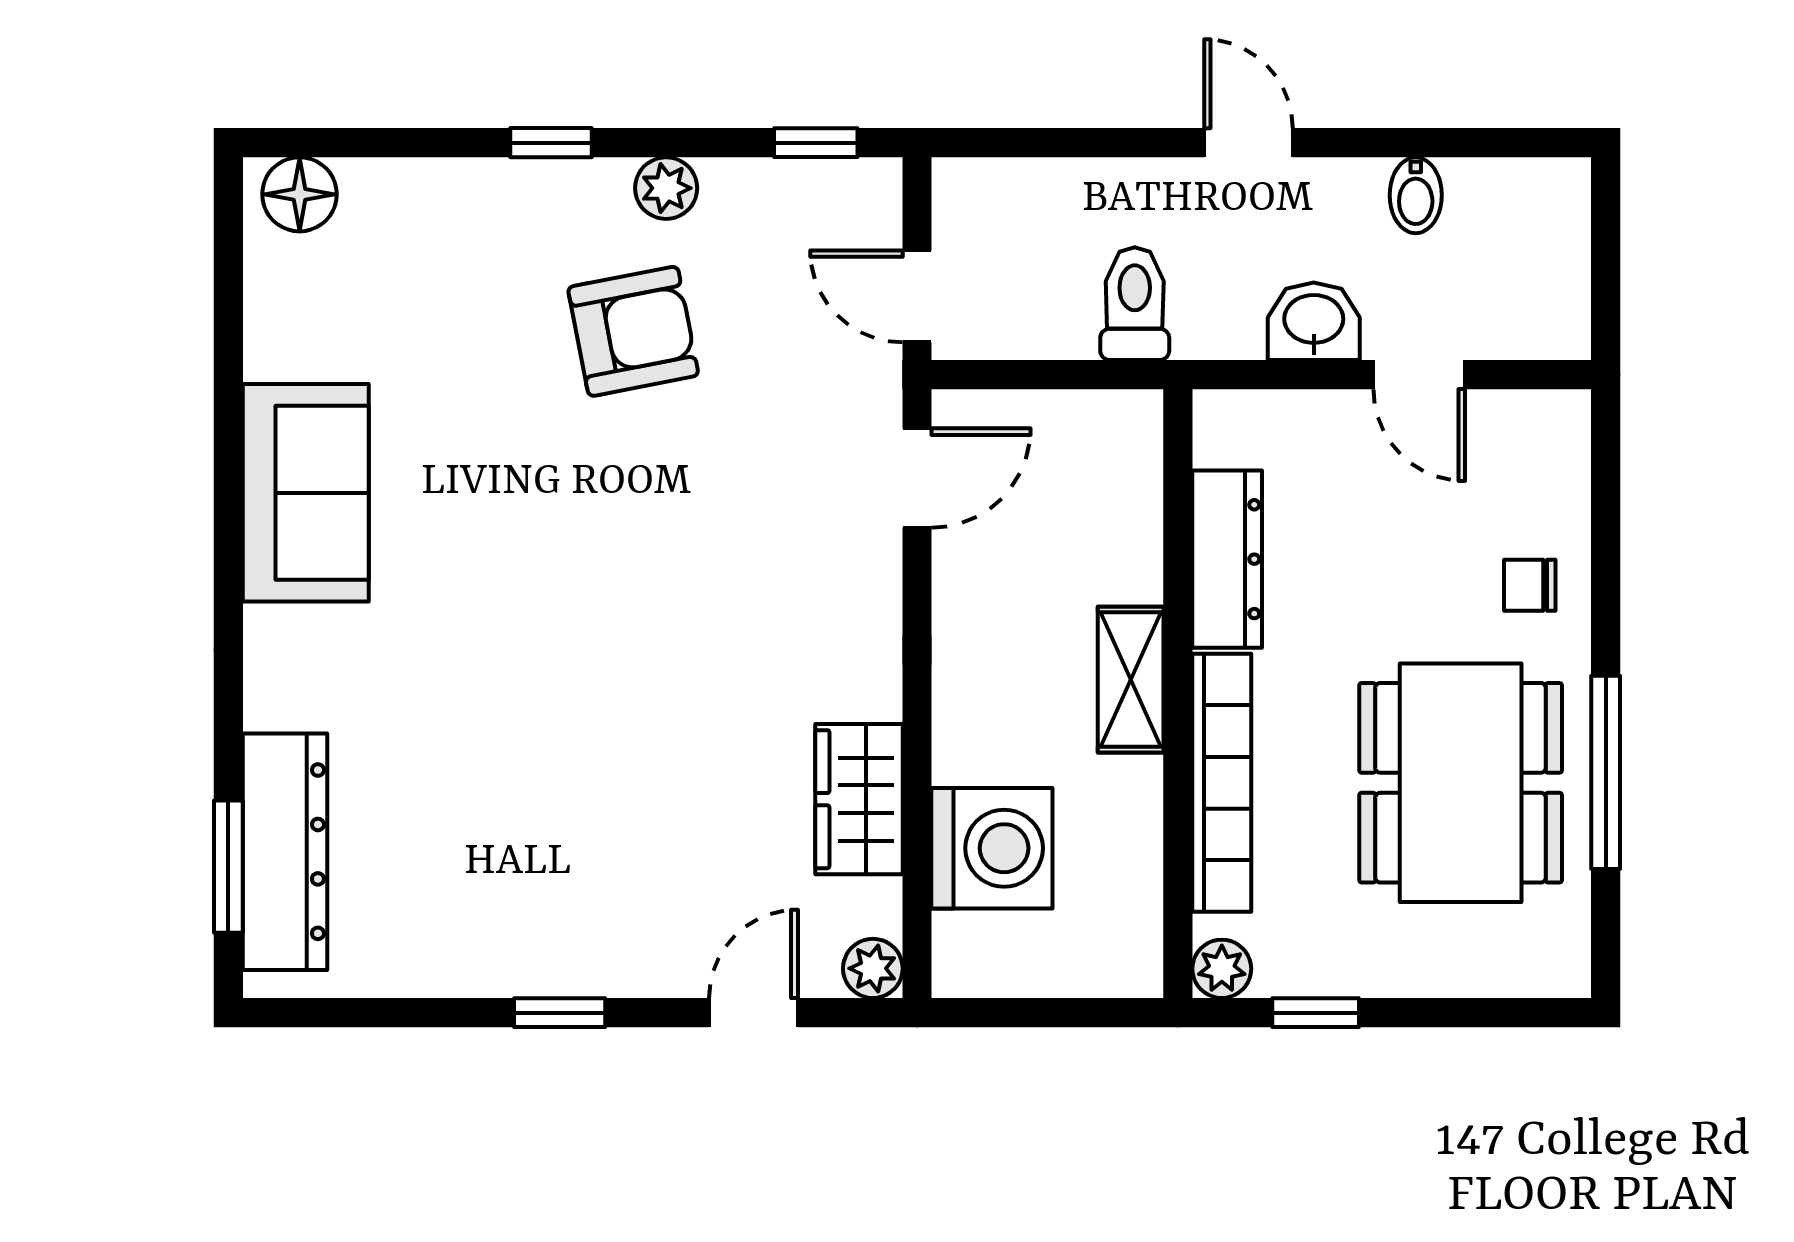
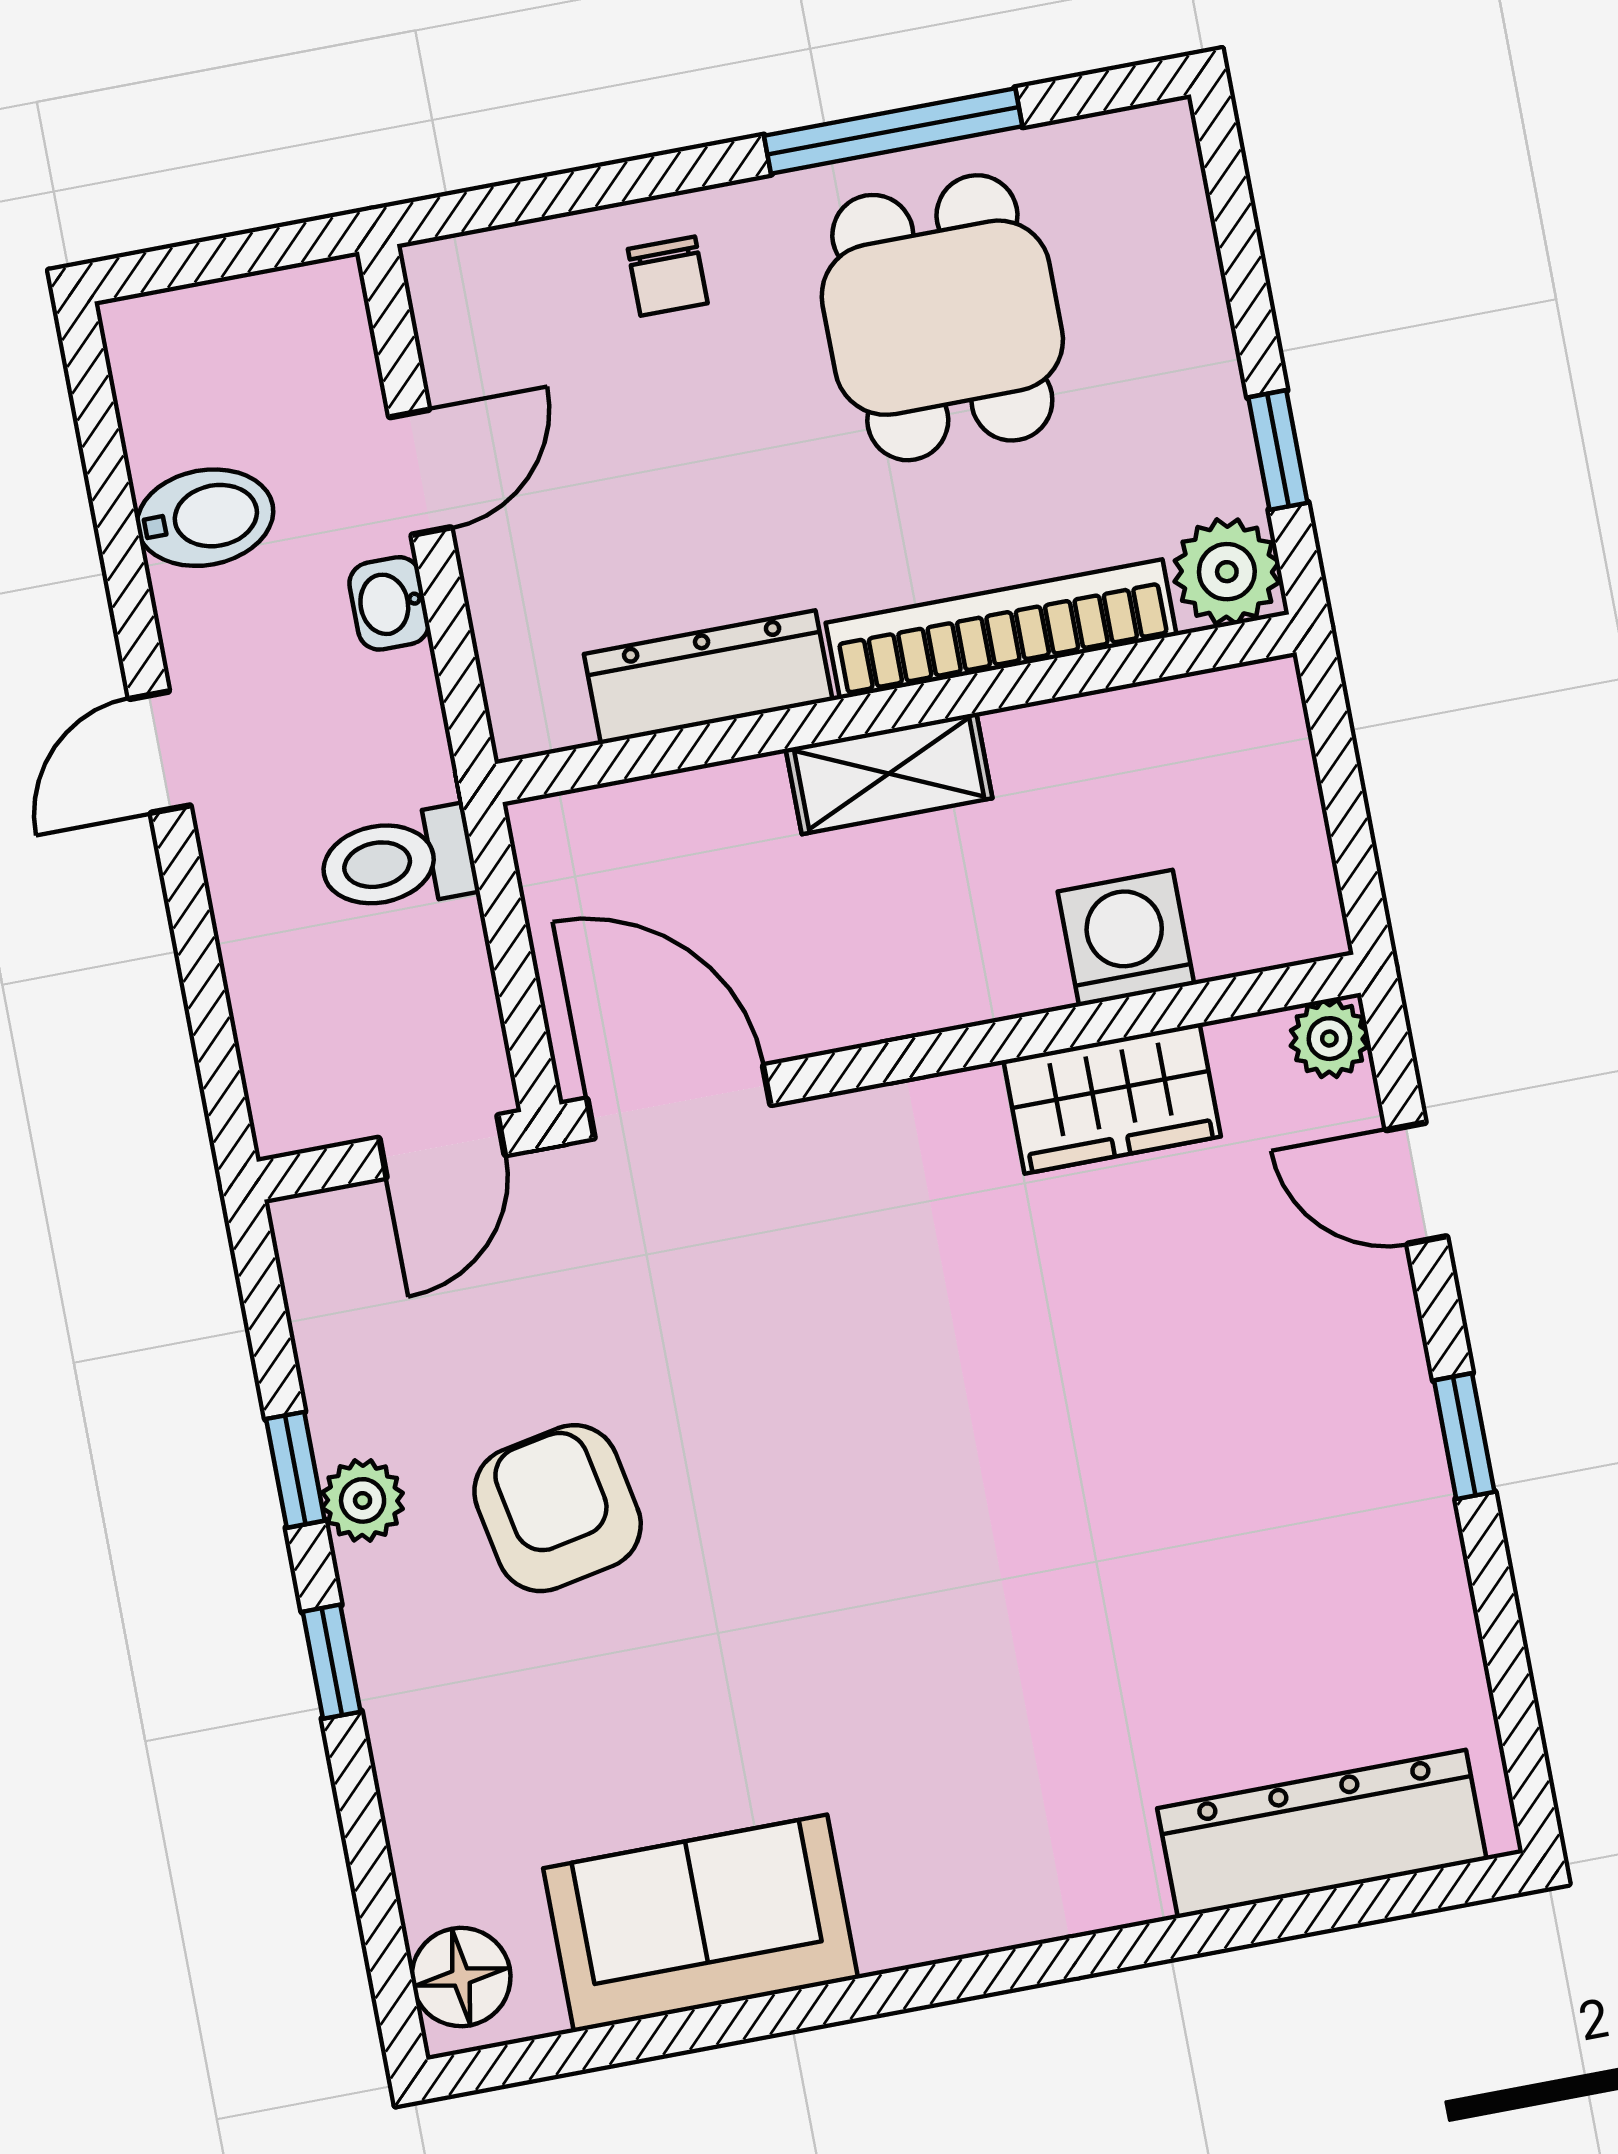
window: (816, 143) -> (295, 1470), moved
bidet: (1416, 195) -> (205, 518), width x1.38, depth x1.36
washbasin: (1314, 321) -> (389, 603), width x0.72, depth x0.69
door: (917, 478) -> (679, 1102), width x1.38
sofa: (306, 493) -> (701, 1923), moved
dining table: (1461, 783) -> (942, 318), width x0.73
washing machine: (992, 848) -> (1126, 938), width x0.73, depth x0.73
window: (228, 867) -> (1355, 1904), removed
plant: (1222, 969) -> (1227, 572), width x1.38, depth x1.38

